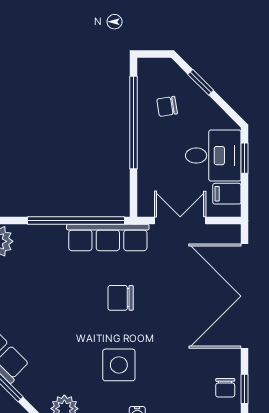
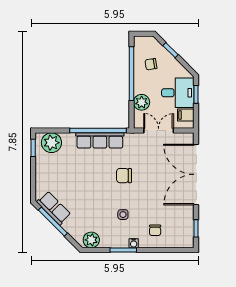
plant: (151, 172) -> (142, 102), added
row of seats: (108, 238) -> (100, 140), moved
side table: (119, 365) -> (123, 215), width x0.54, depth x0.54
chair: (225, 388) -> (155, 230), moved

